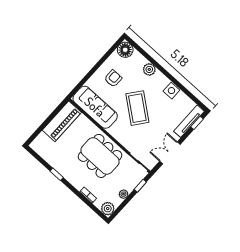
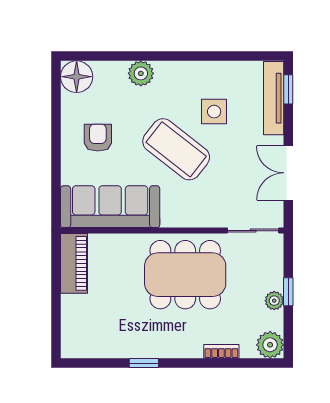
side table: (171, 91) -> (214, 112), moved
piano: (62, 121) -> (74, 263), width x0.73, depth x0.75
window: (140, 186) -> (288, 292), moved

